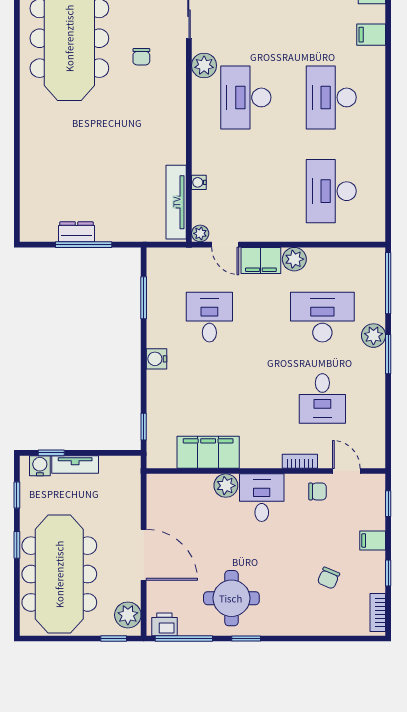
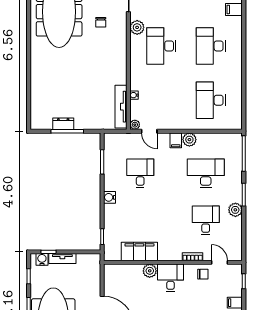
filing cabinet: (261, 260) -> (176, 140), width x0.50
plant: (373, 336) -> (235, 210), moved
desk: (322, 398) -> (206, 220), turned 180

